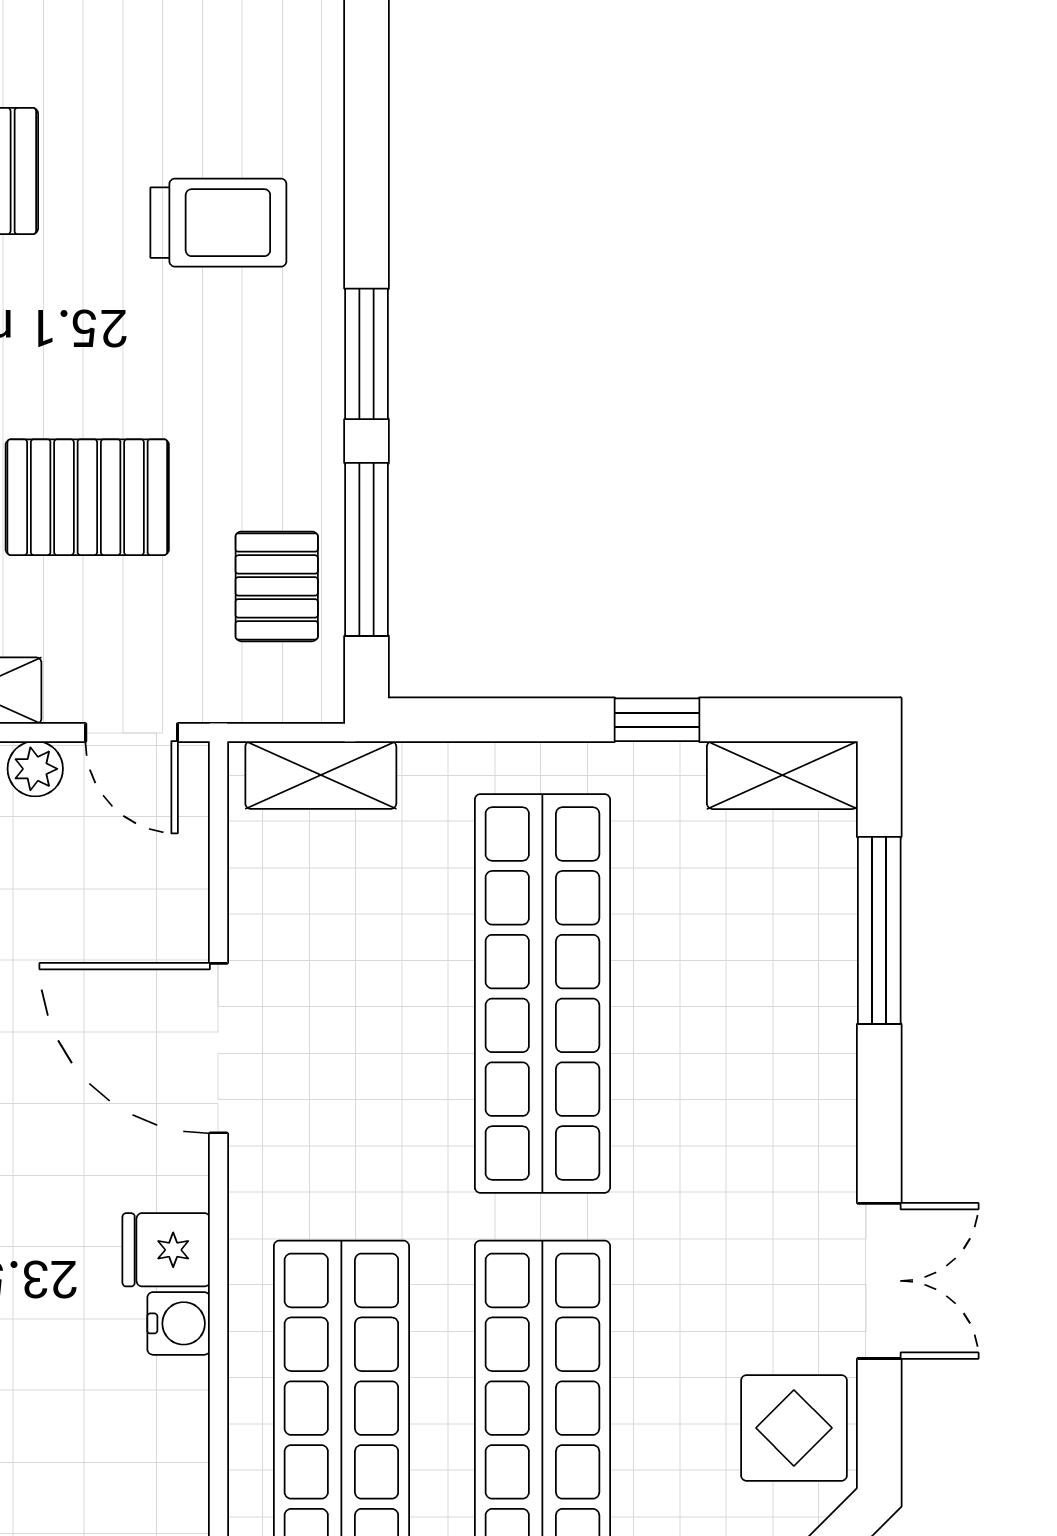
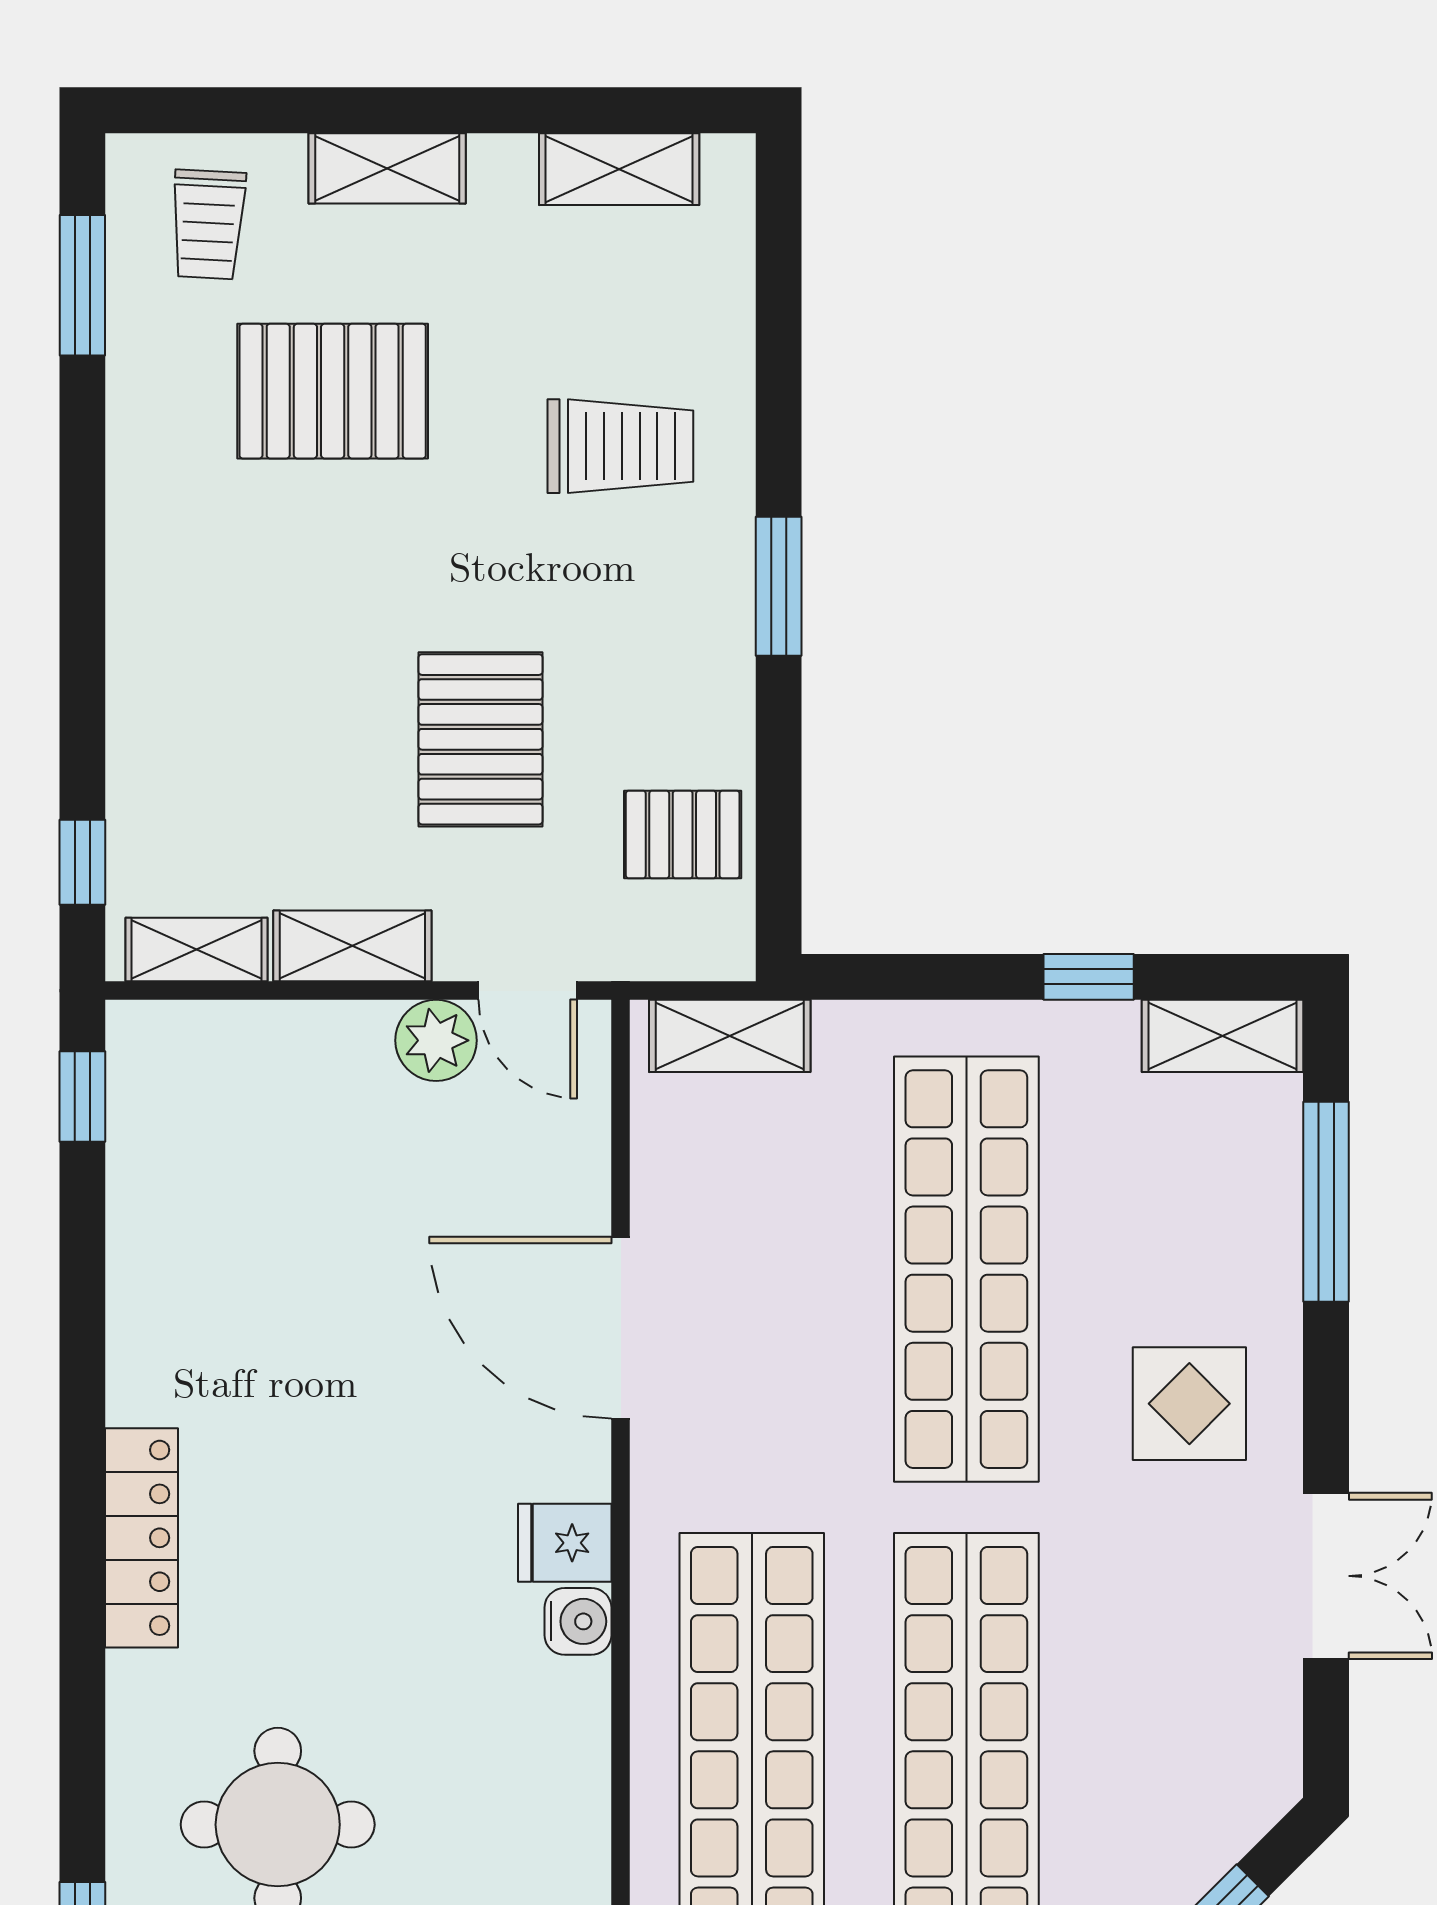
pallet: (87, 497) -> (480, 739), turned 90
window: (367, 549) -> (779, 795), removed
pallet: (277, 586) -> (683, 835), turned 90
plant: (35, 769) -> (436, 1040), width x1.38, depth x1.38
display table: (794, 1428) -> (1189, 1404), moved

